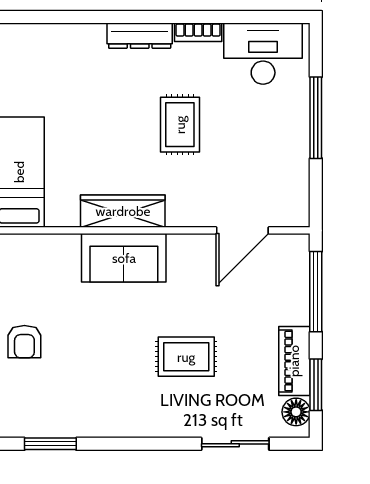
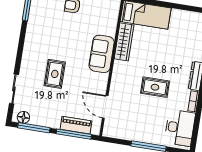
wardrobe: (123, 211) -> (124, 42), moved
piano: (294, 361) -> (76, 125), moved
window: (316, 385) -> (34, 128), width x1.44

